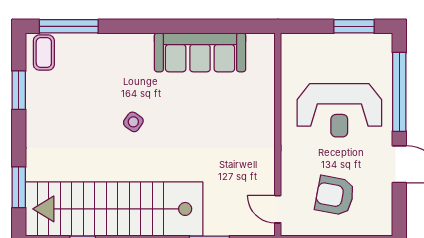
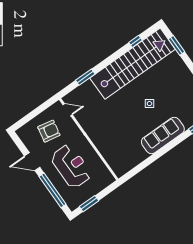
sofa: (200, 52) -> (163, 136), moved
reception desk: (339, 110) -> (71, 166), turned 90

